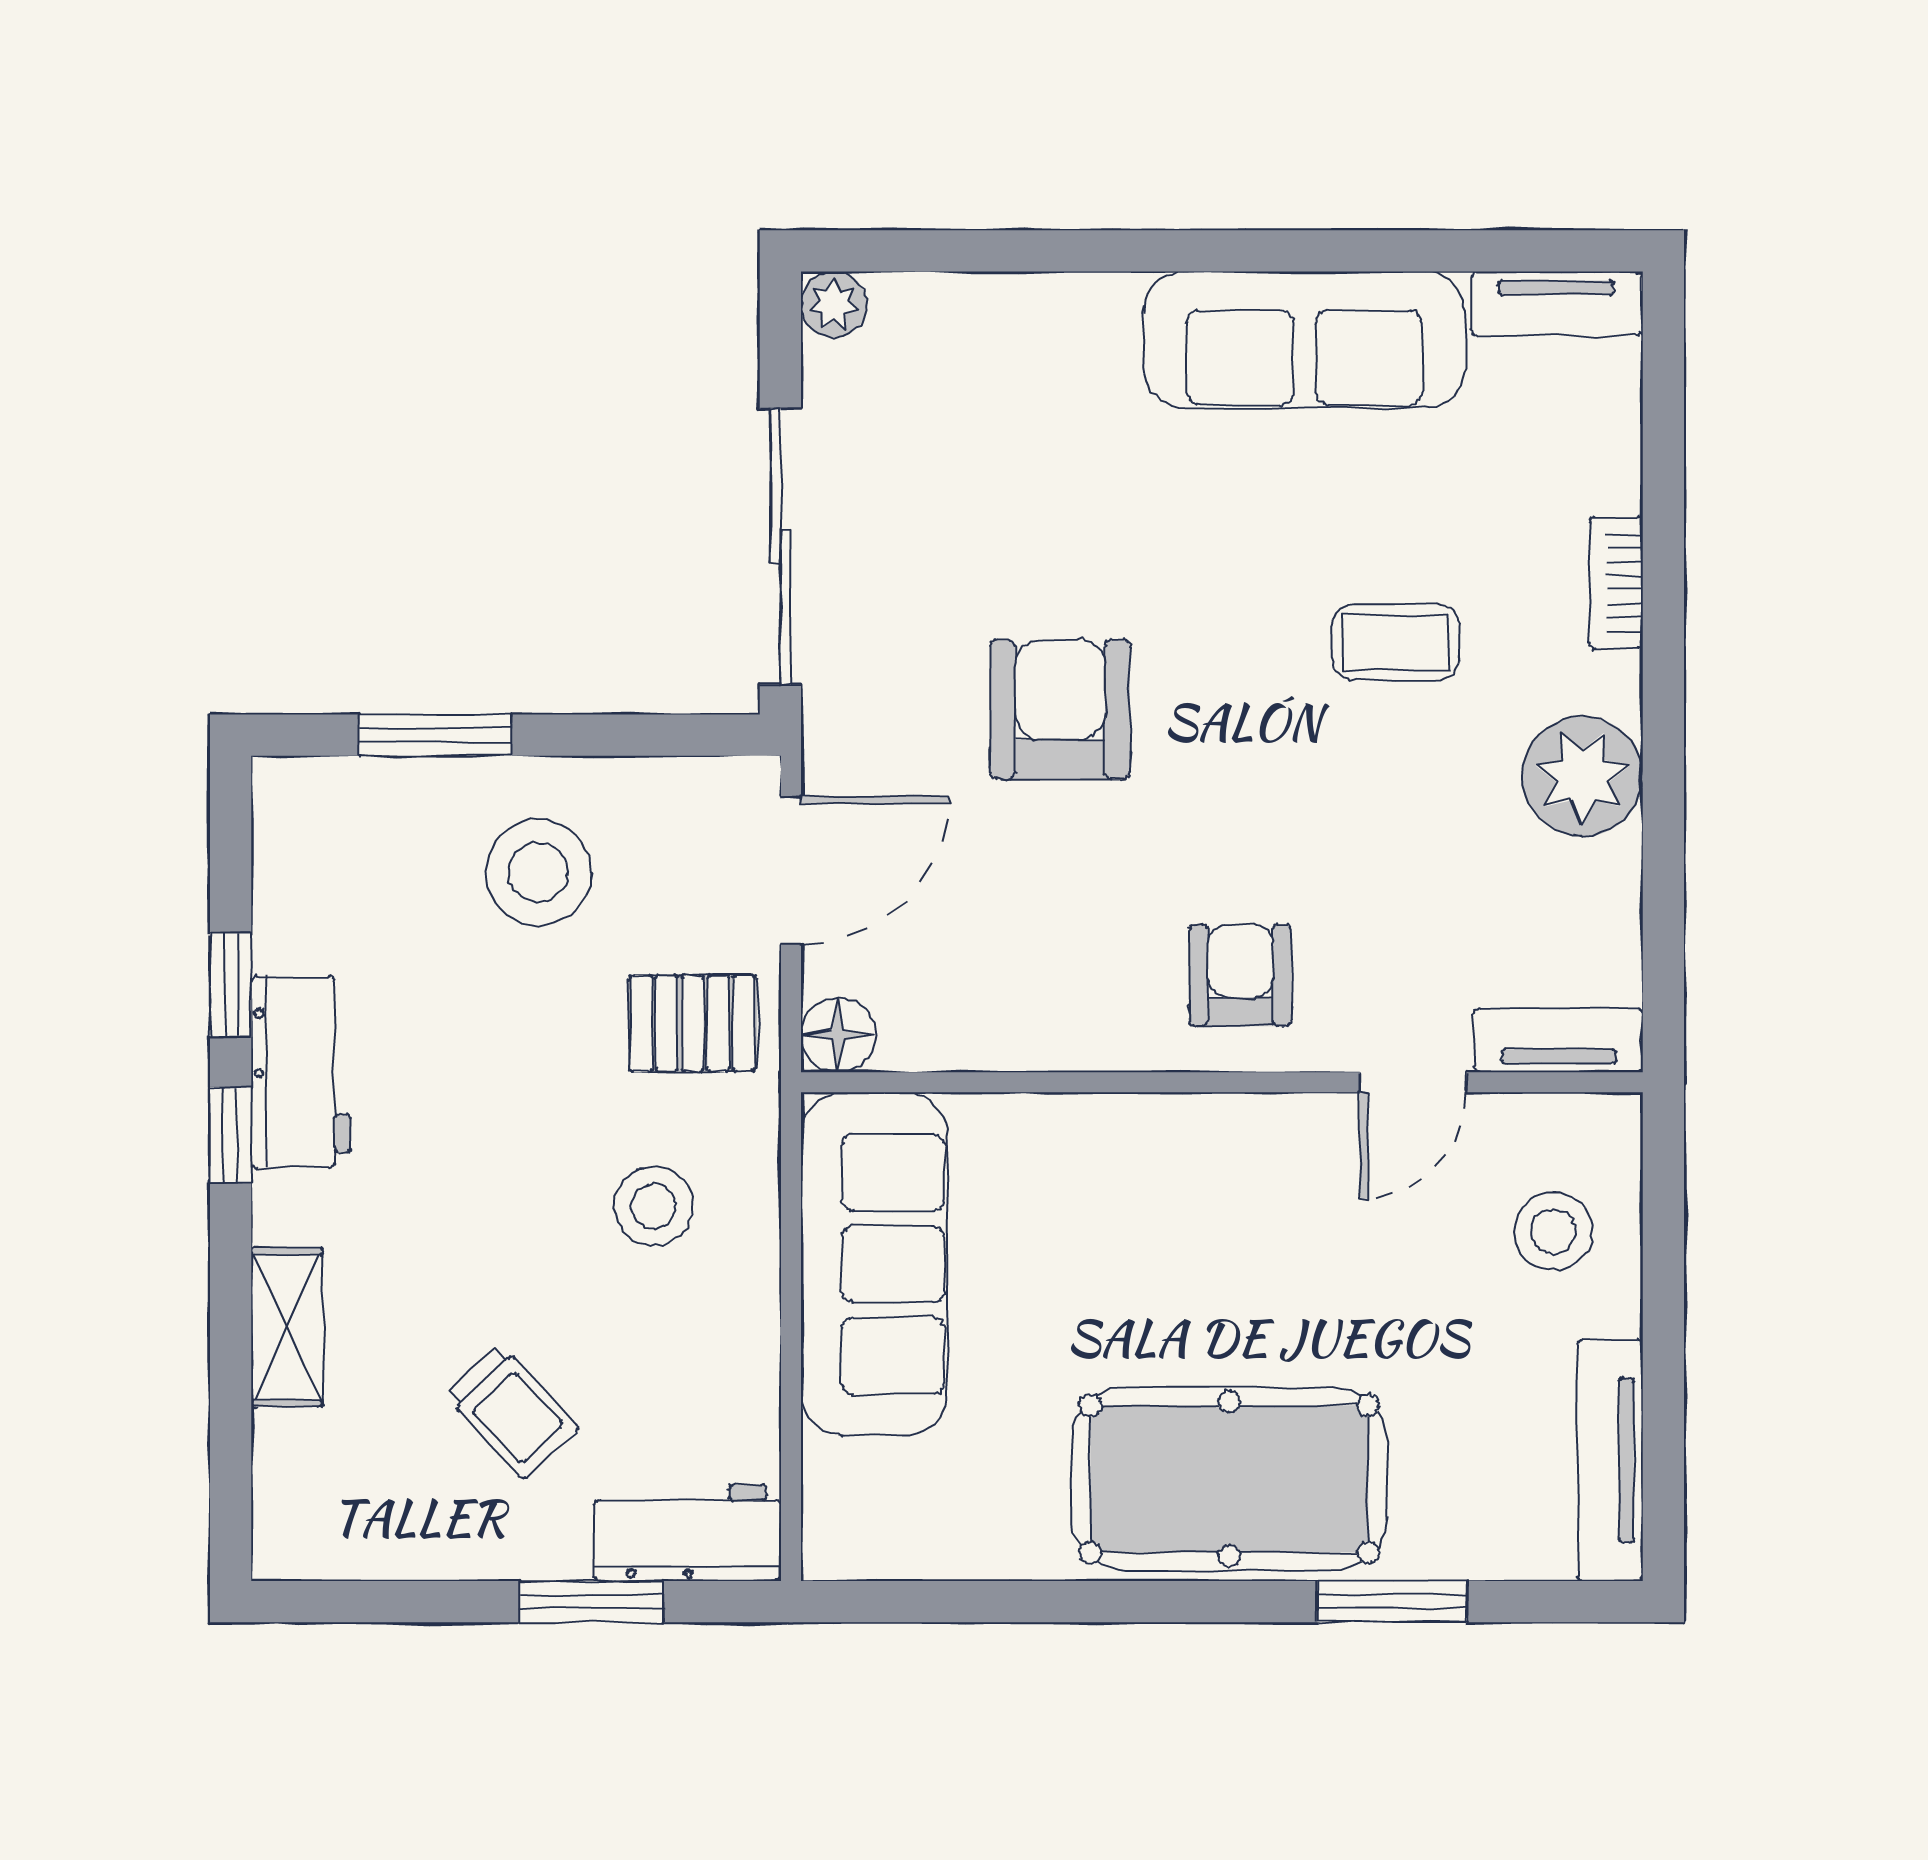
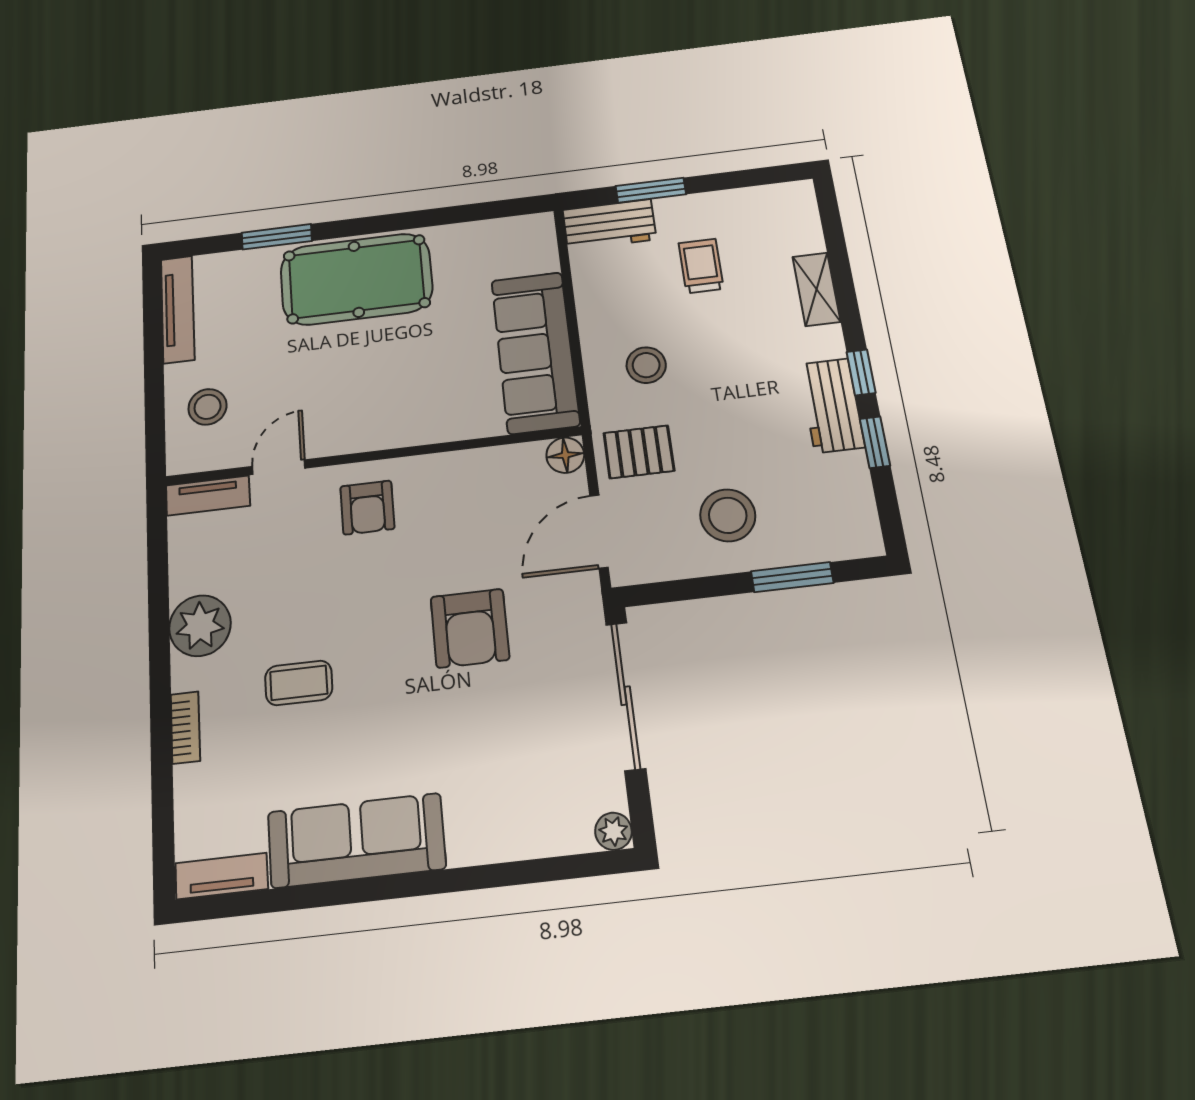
trolley: (512, 1412) -> (701, 266), turned 43

